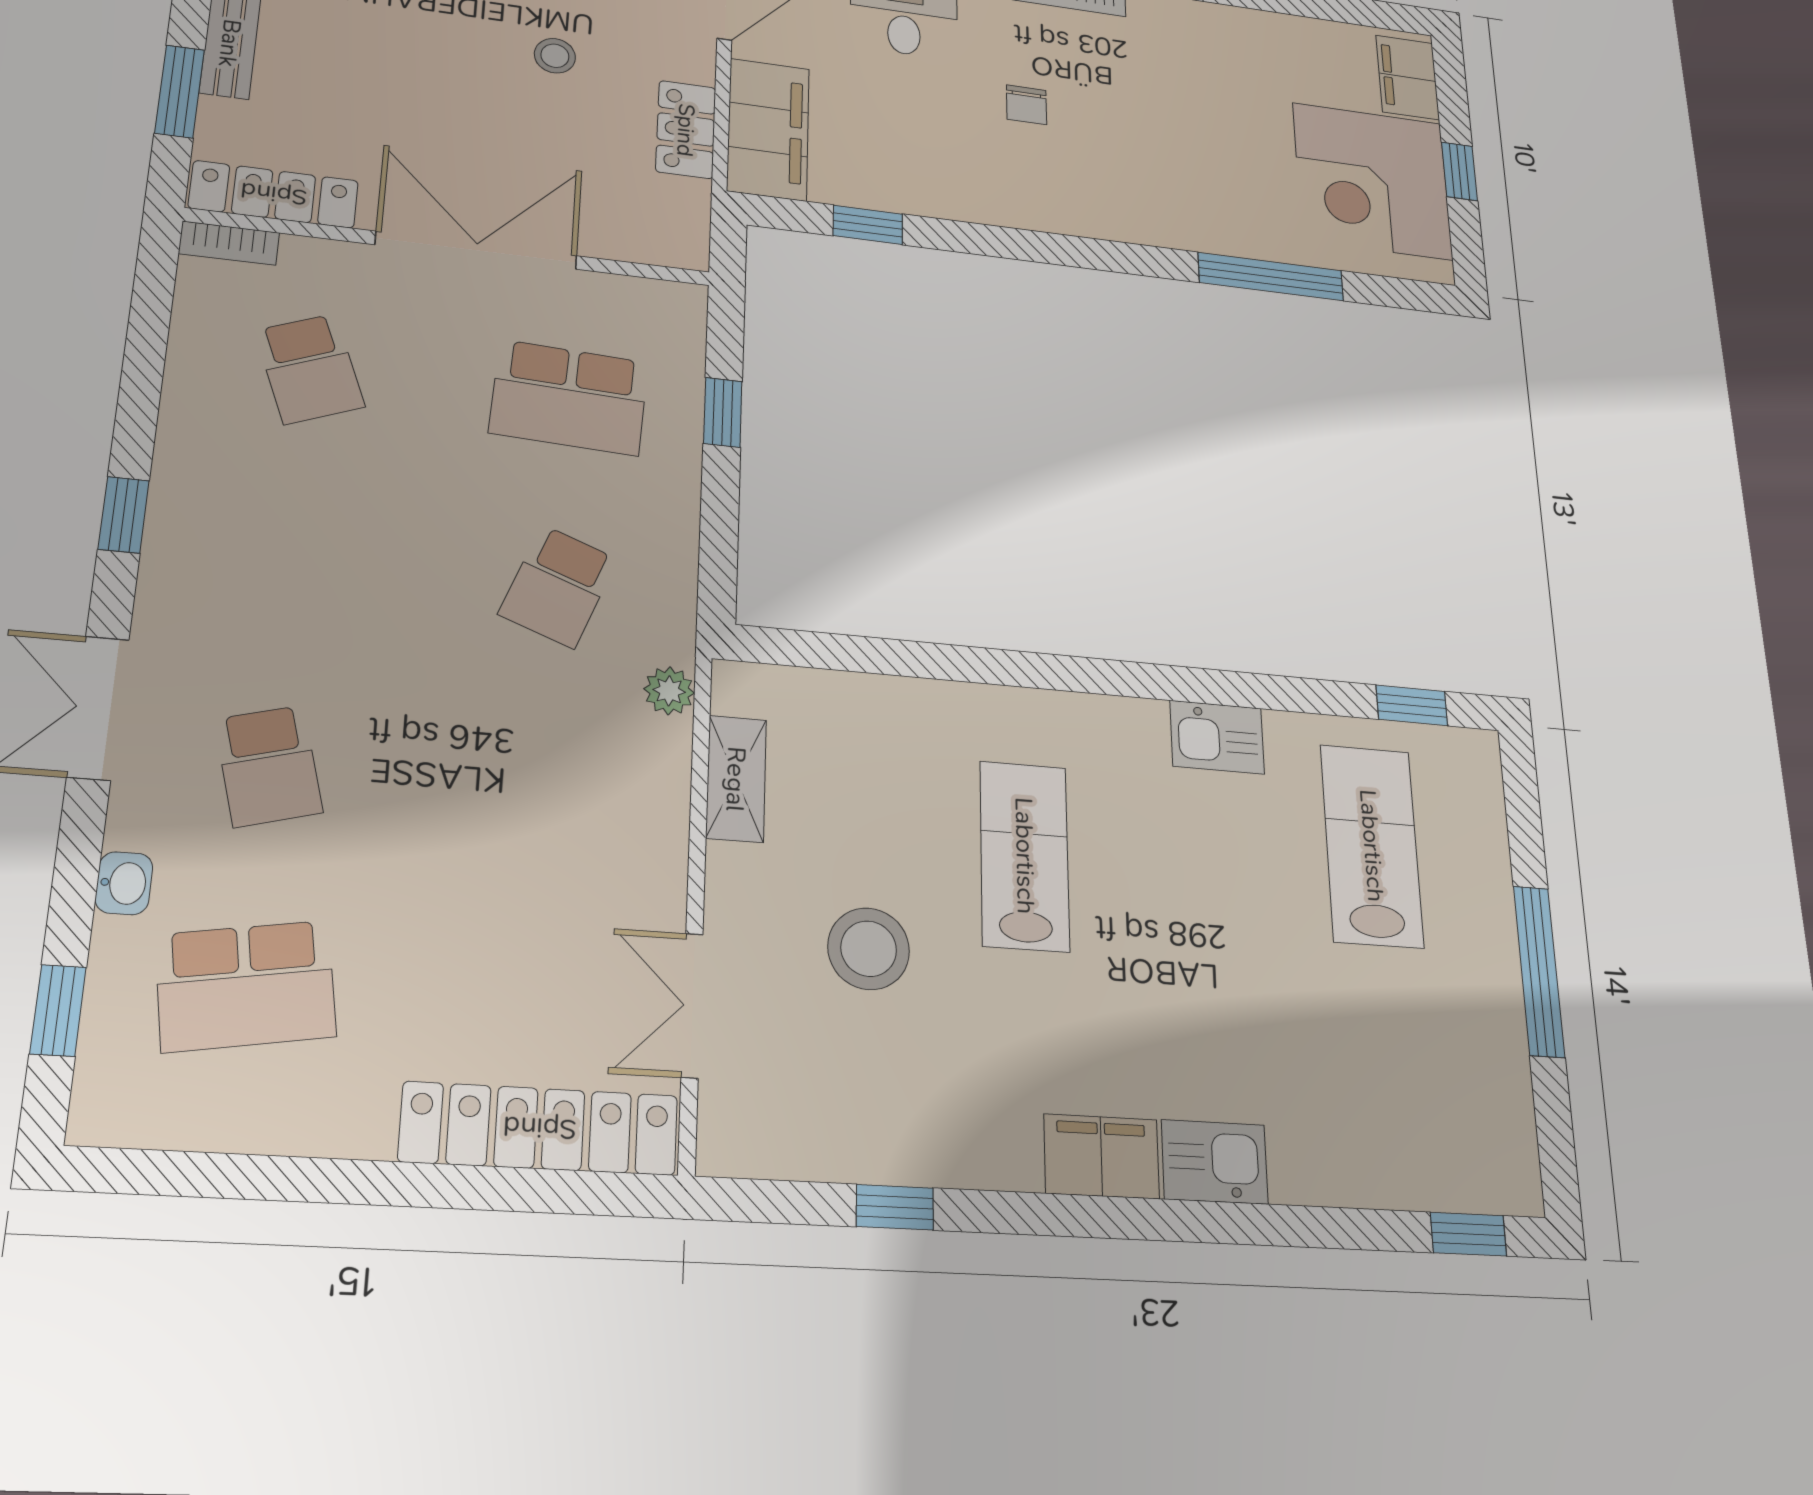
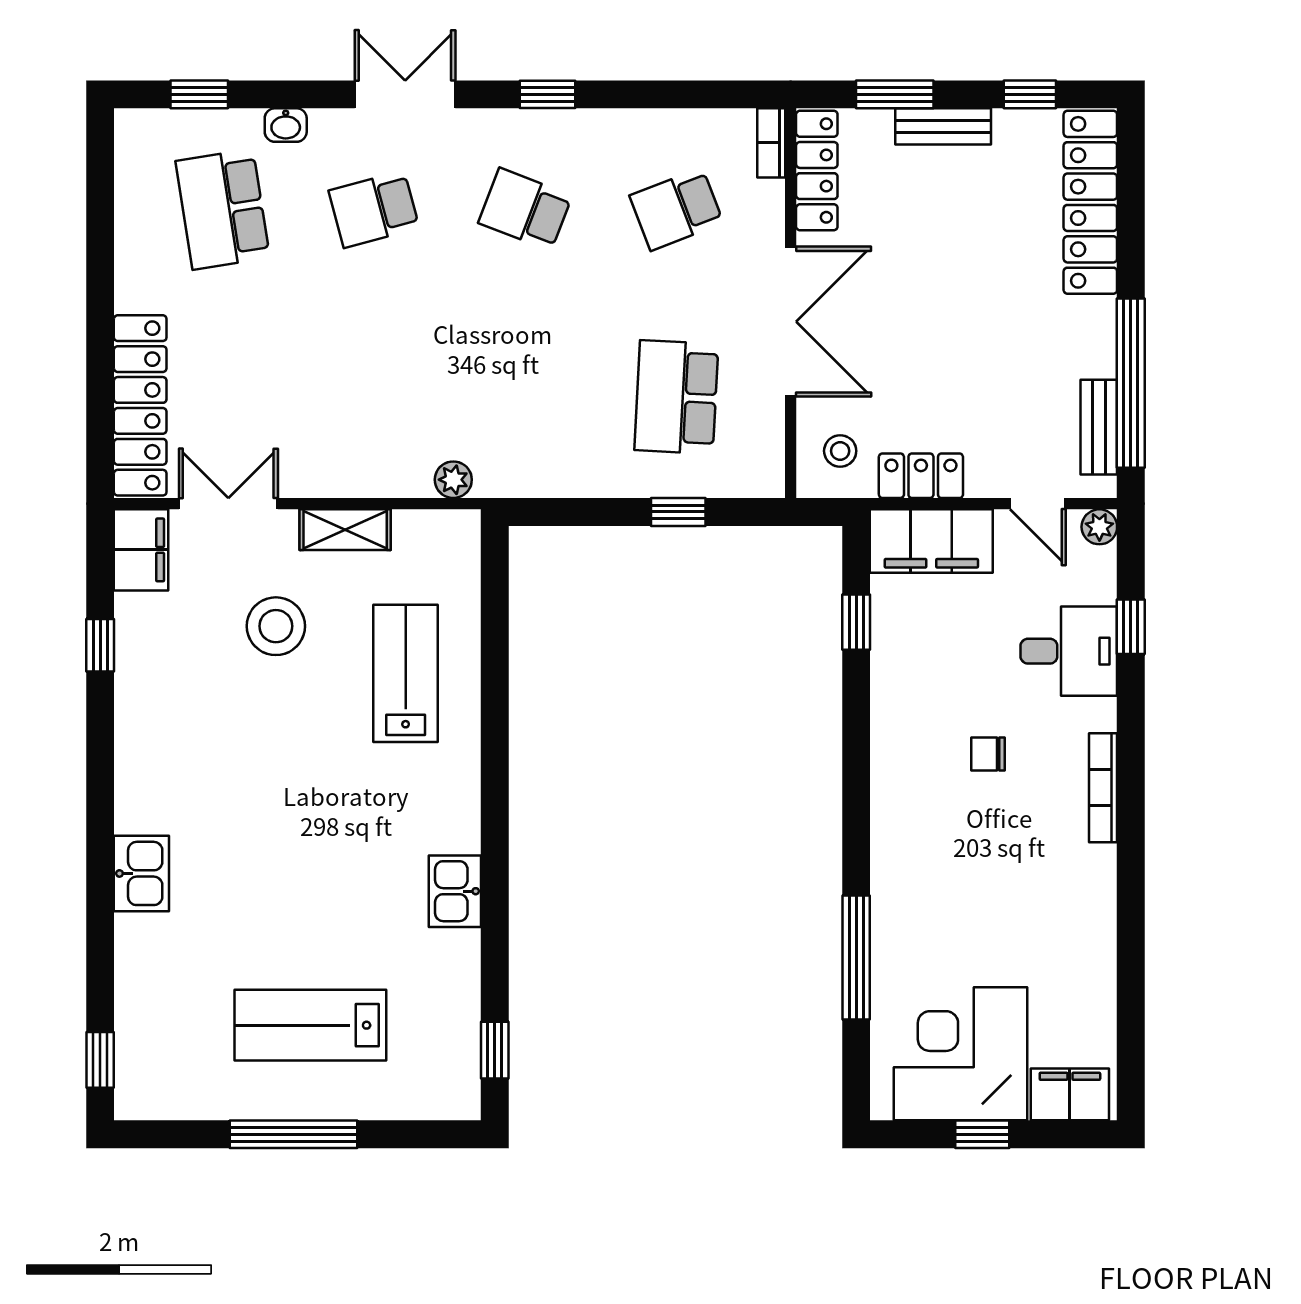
stool: (555, 56) -> (840, 451), moved
school desk: (558, 586) -> (525, 209), moved
shelving: (736, 779) -> (345, 530), moved
lab bench: (1372, 846) -> (310, 1025), moved, turned 180
lab bench: (1025, 856) -> (406, 673), moved, turned -90
filing cabinet: (1102, 1156) -> (141, 550), moved

